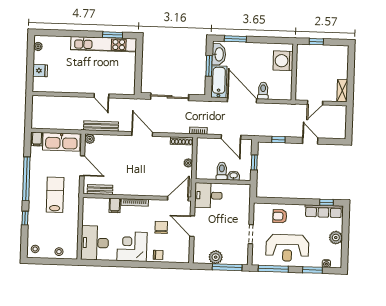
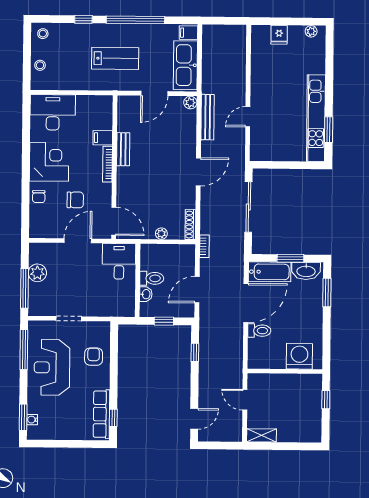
door: (310, 141) -> (194, 419), moved
bench: (100, 189) -> (123, 149), moved
plant: (336, 238) -> (67, 431), removed
window: (312, 270) -> (23, 417), moved

